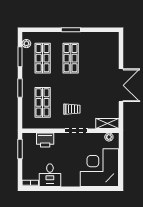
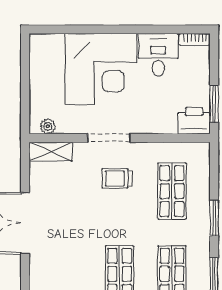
printer: (45, 140) -> (194, 121), moved
corner desk: (99, 168) -> (101, 69), moved

